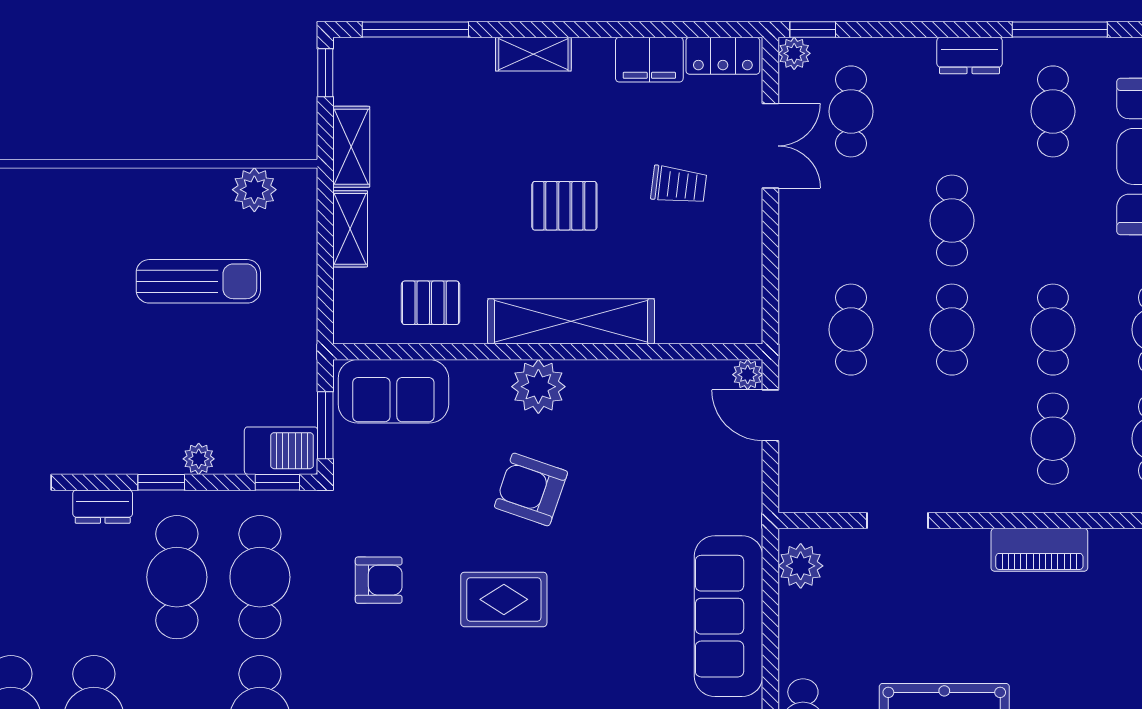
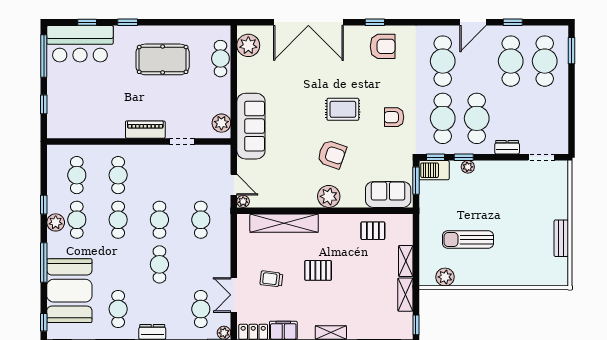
shelving: (571, 321) -> (284, 223), moved
window: (161, 482) -> (464, 157), moved
piano: (1039, 550) -> (145, 130), moved
sofa: (728, 616) -> (251, 126), moved

